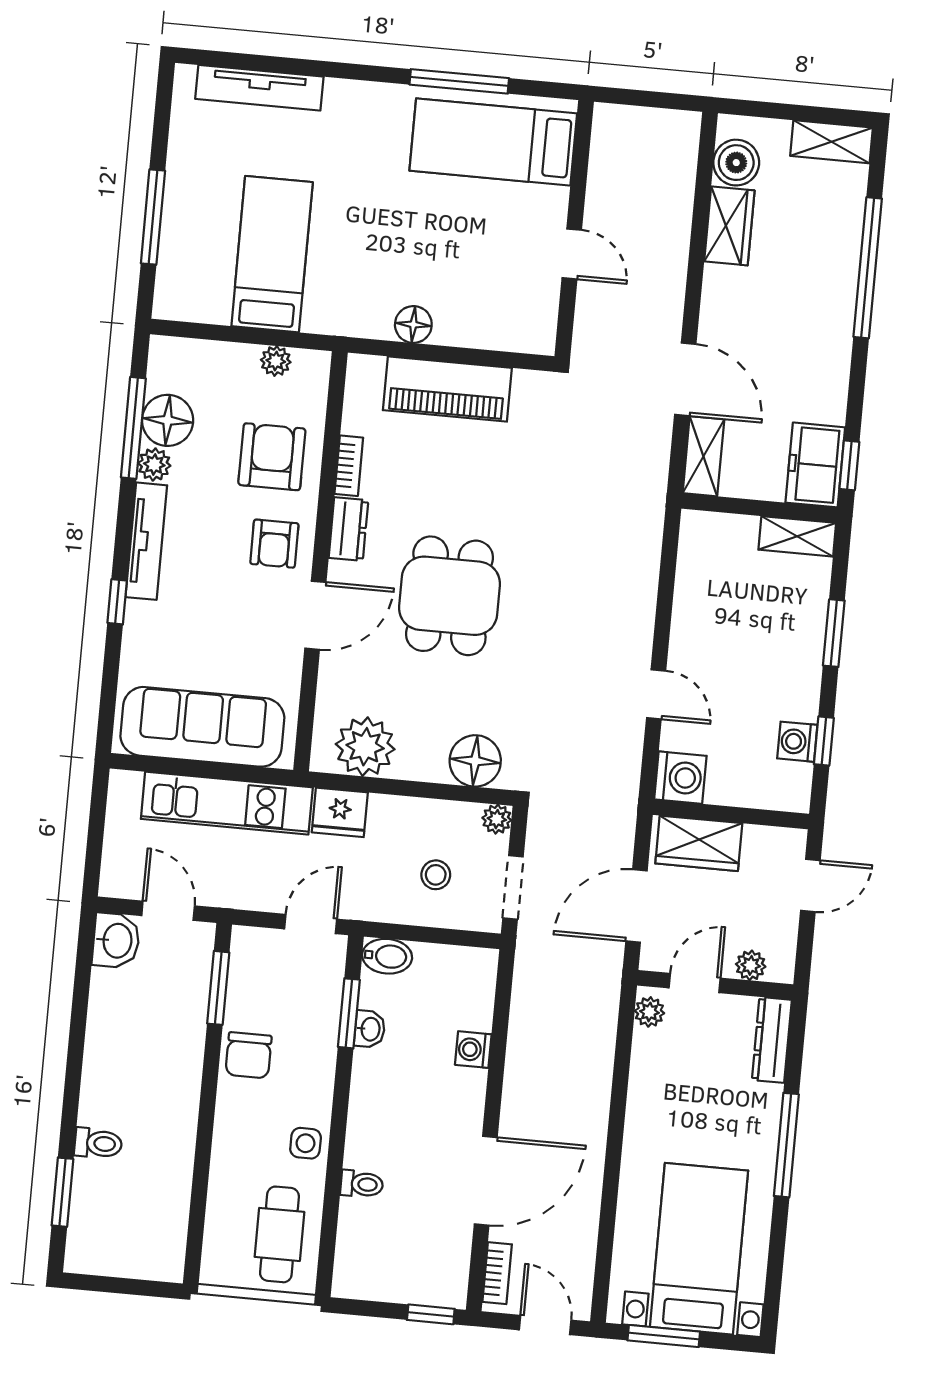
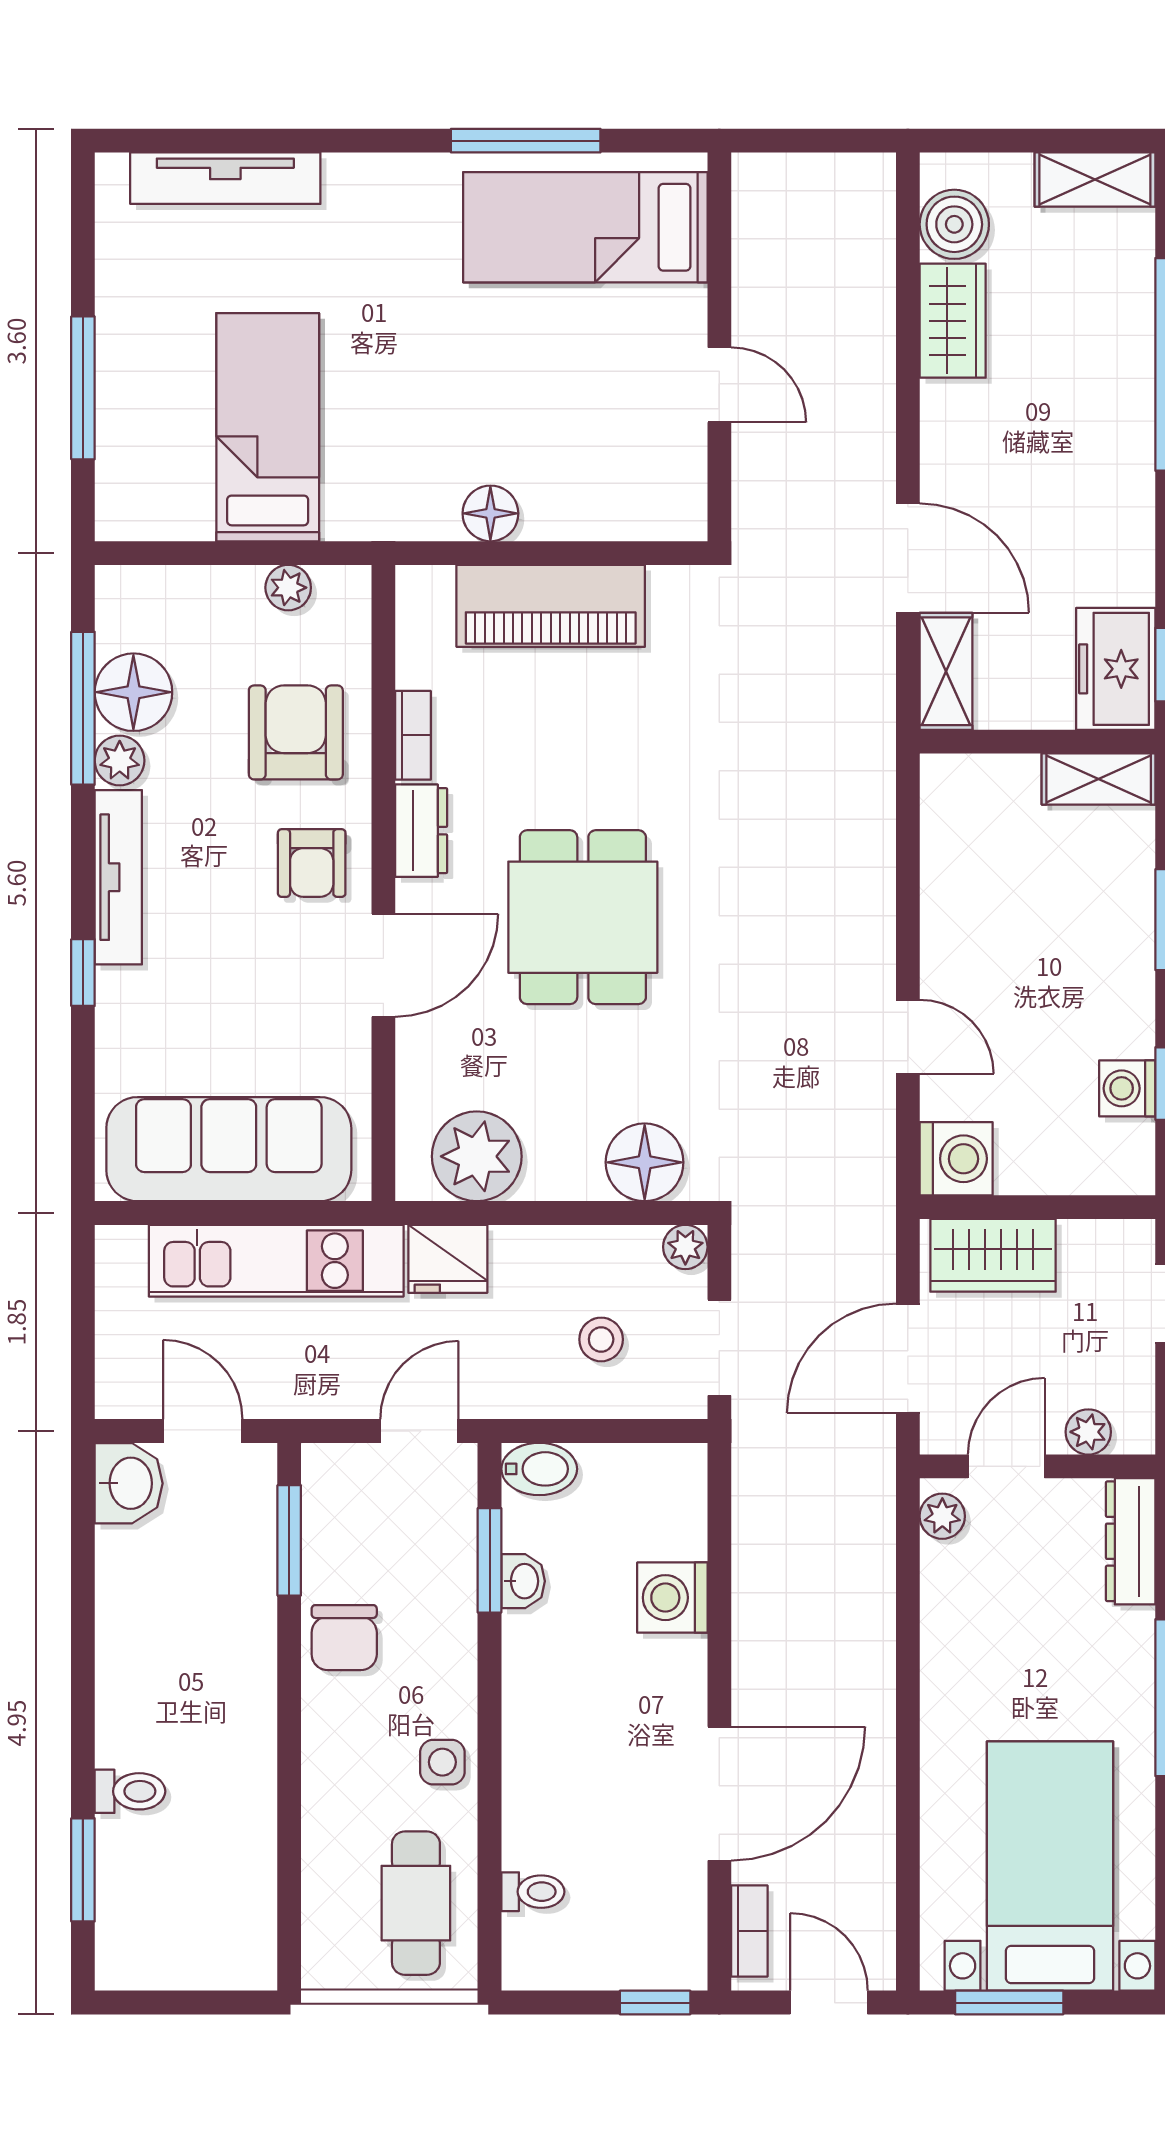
washing machine: (473, 1050) -> (672, 1598), width x1.38, depth x1.38
toilet: (362, 1184) -> (533, 1892), moved

